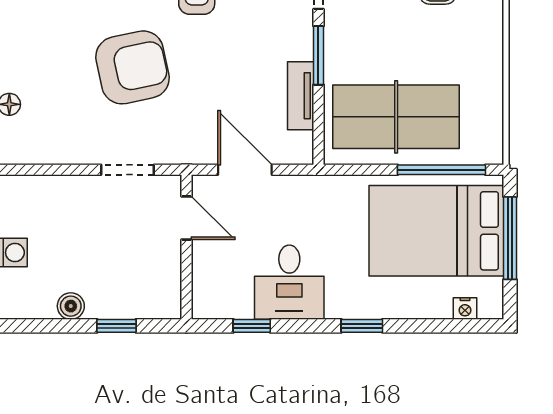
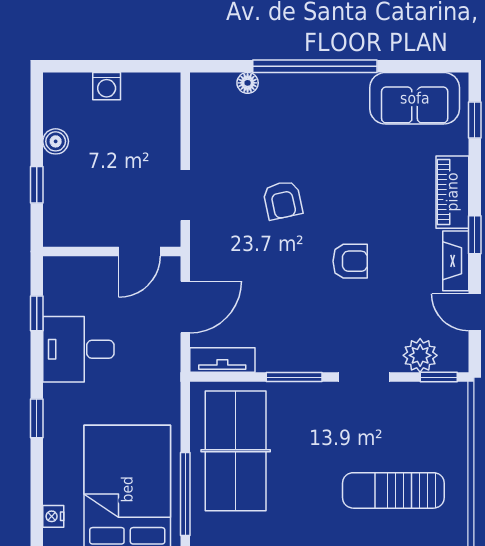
armchair: (132, 67) -> (283, 200), width x0.53, depth x0.53
tv unit: (301, 96) -> (222, 360), moved

